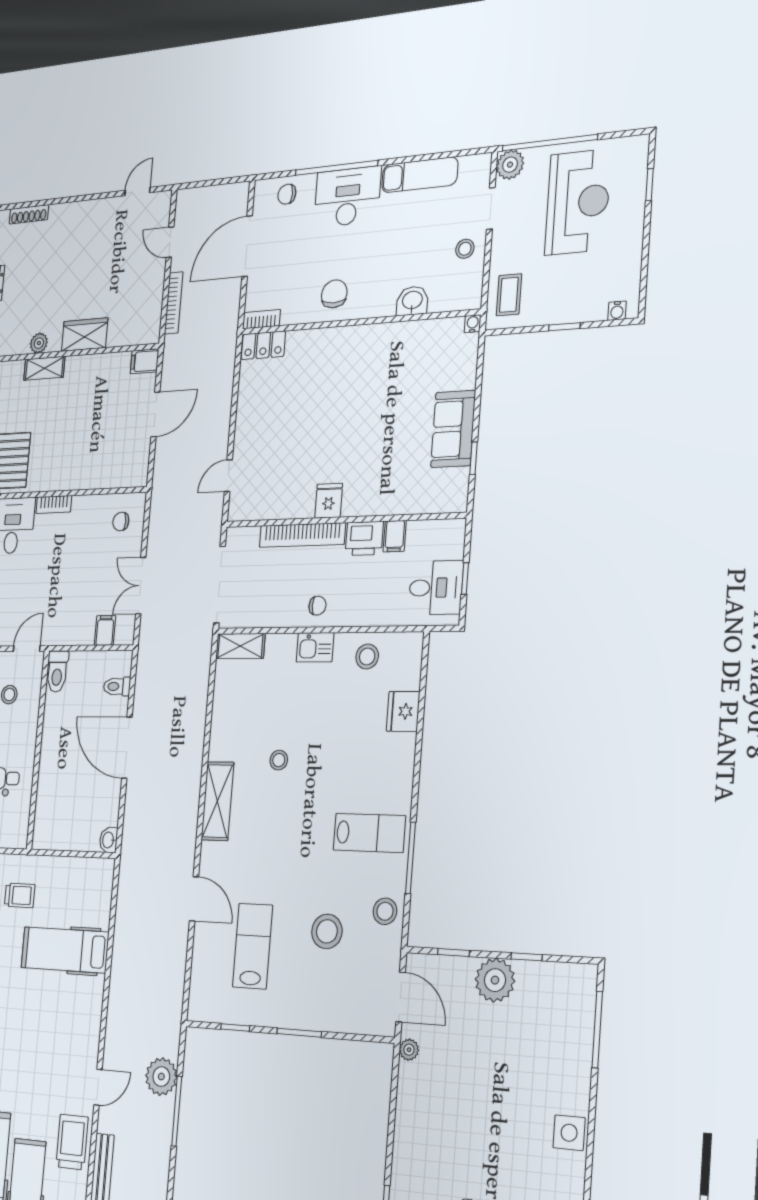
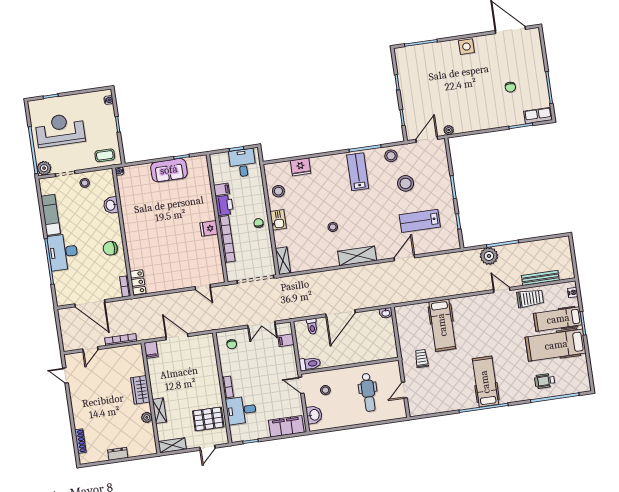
chair: (287, 194) -> (63, 286), removed
plant: (495, 980) -> (410, 95), removed
trolley: (72, 1142) -> (530, 298), turned 180

